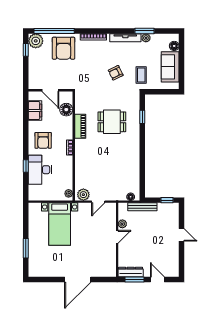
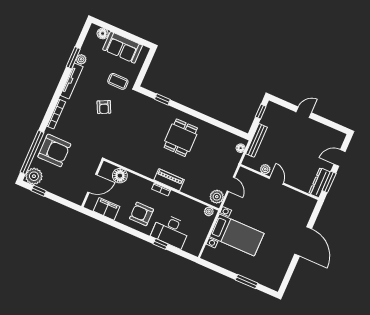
dining table: (112, 122) -> (181, 138), moved
piano: (80, 126) -> (169, 180), moved
armchair: (43, 140) -> (141, 214), turned 180

